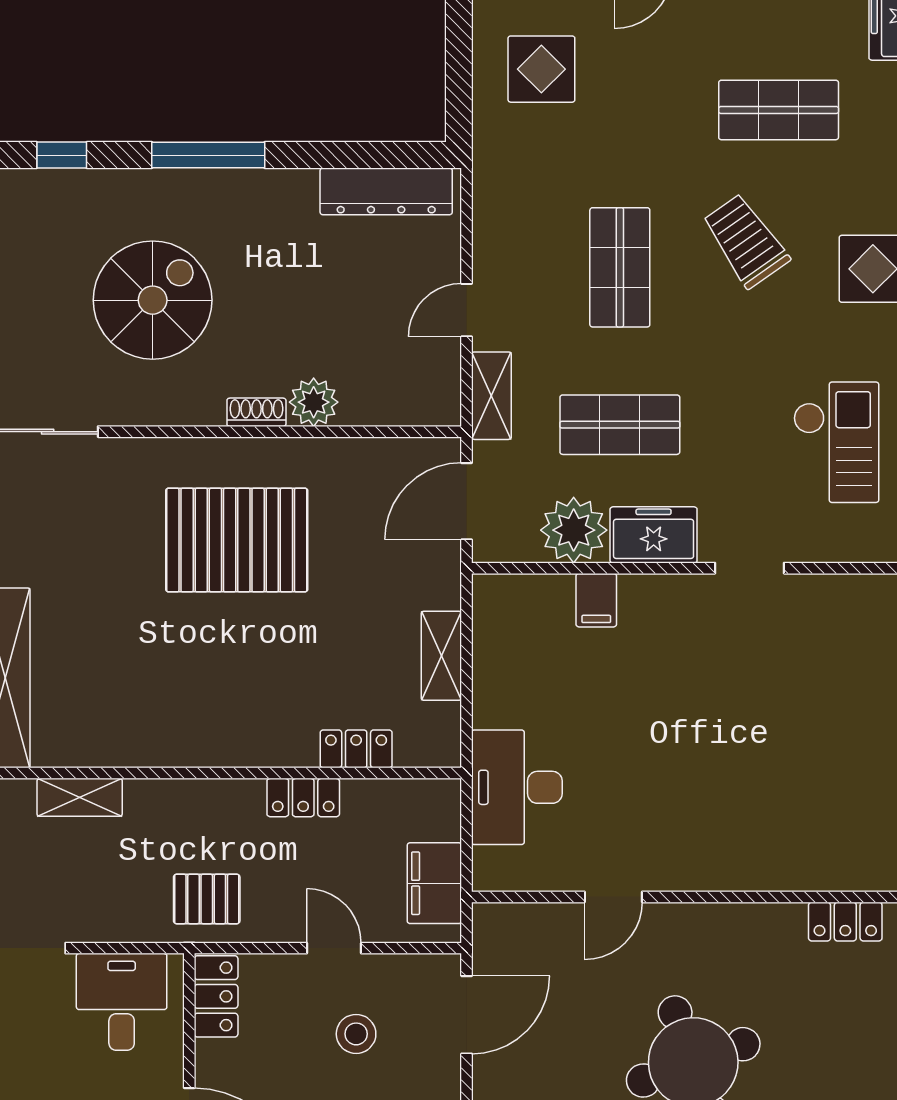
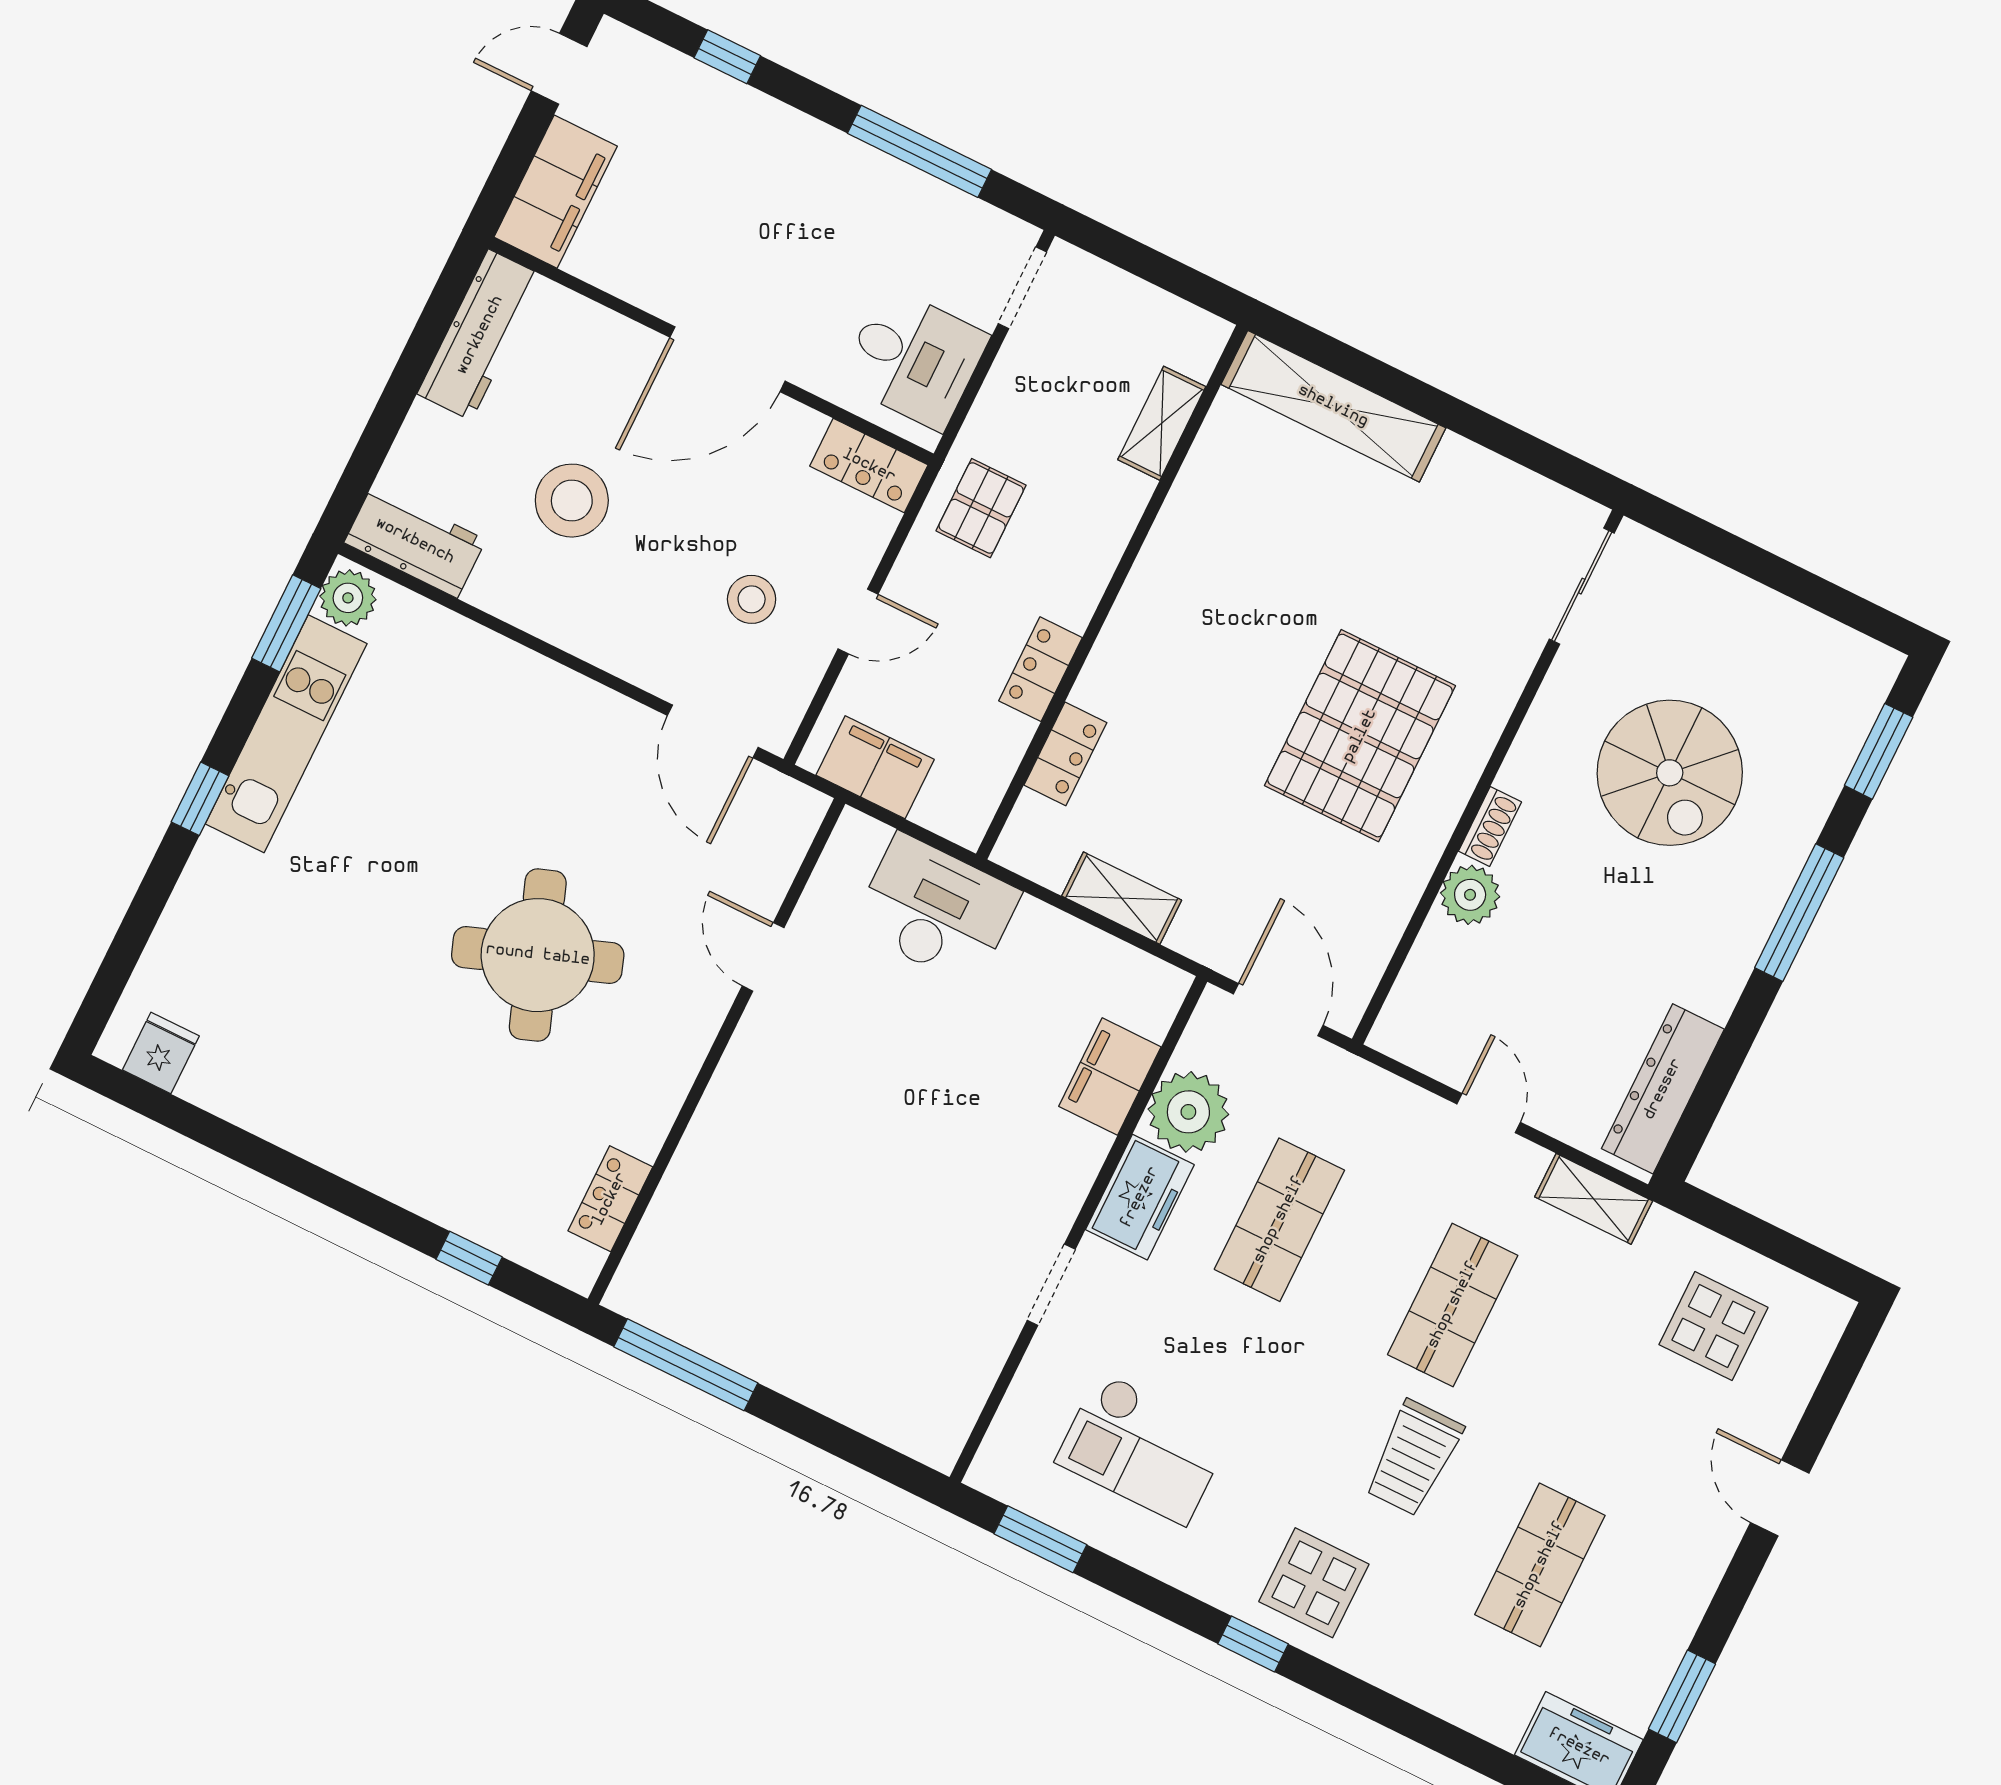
window: (62, 155) -> (1879, 751), width x1.50
trolley: (746, 241) -> (1414, 1458), turned 125
shop shelf: (620, 267) -> (1453, 1305), turned 90
shelving: (491, 396) -> (1594, 1199), moved
filing cabinet: (596, 600) -> (1110, 1077), width x2.00

